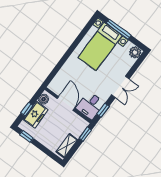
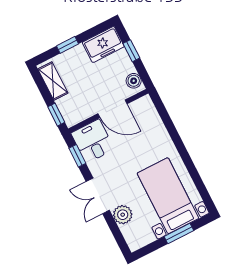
window: (119, 29) -> (179, 233), width x0.69
plant: (135, 52) -> (123, 215), moved
freezer: (36, 115) -> (103, 44), moved, turned -90
window: (27, 136) -> (68, 45), moved

